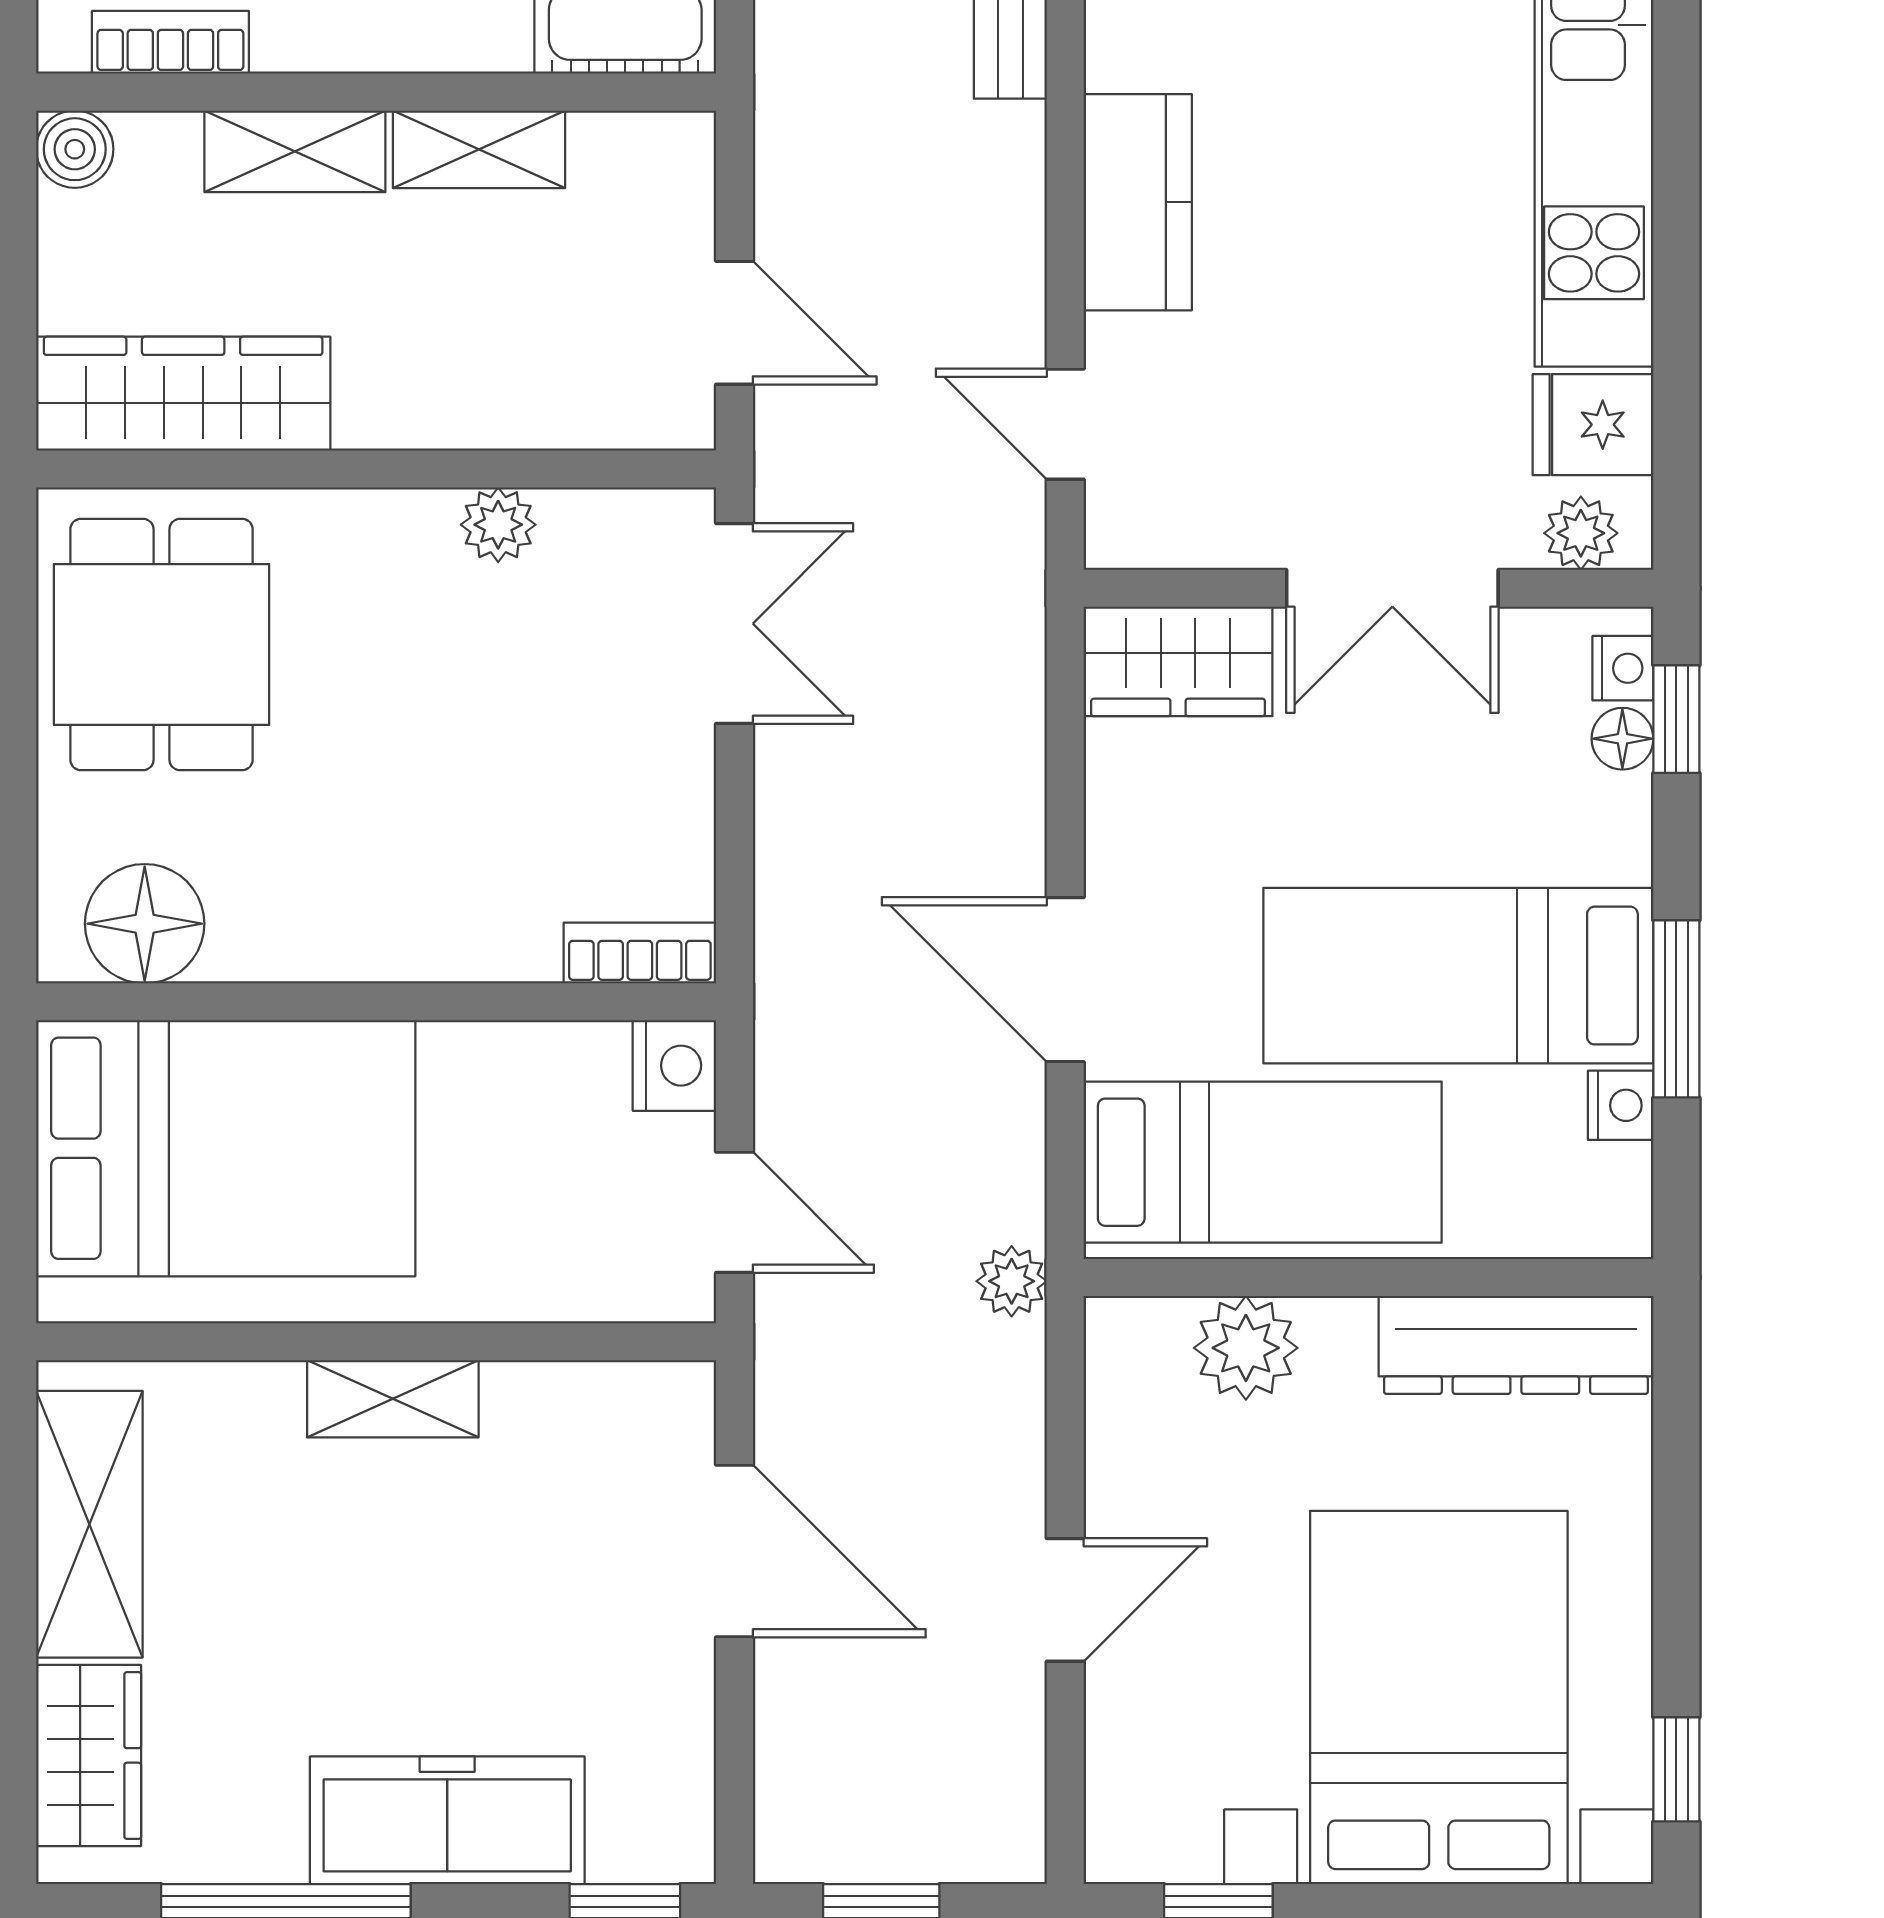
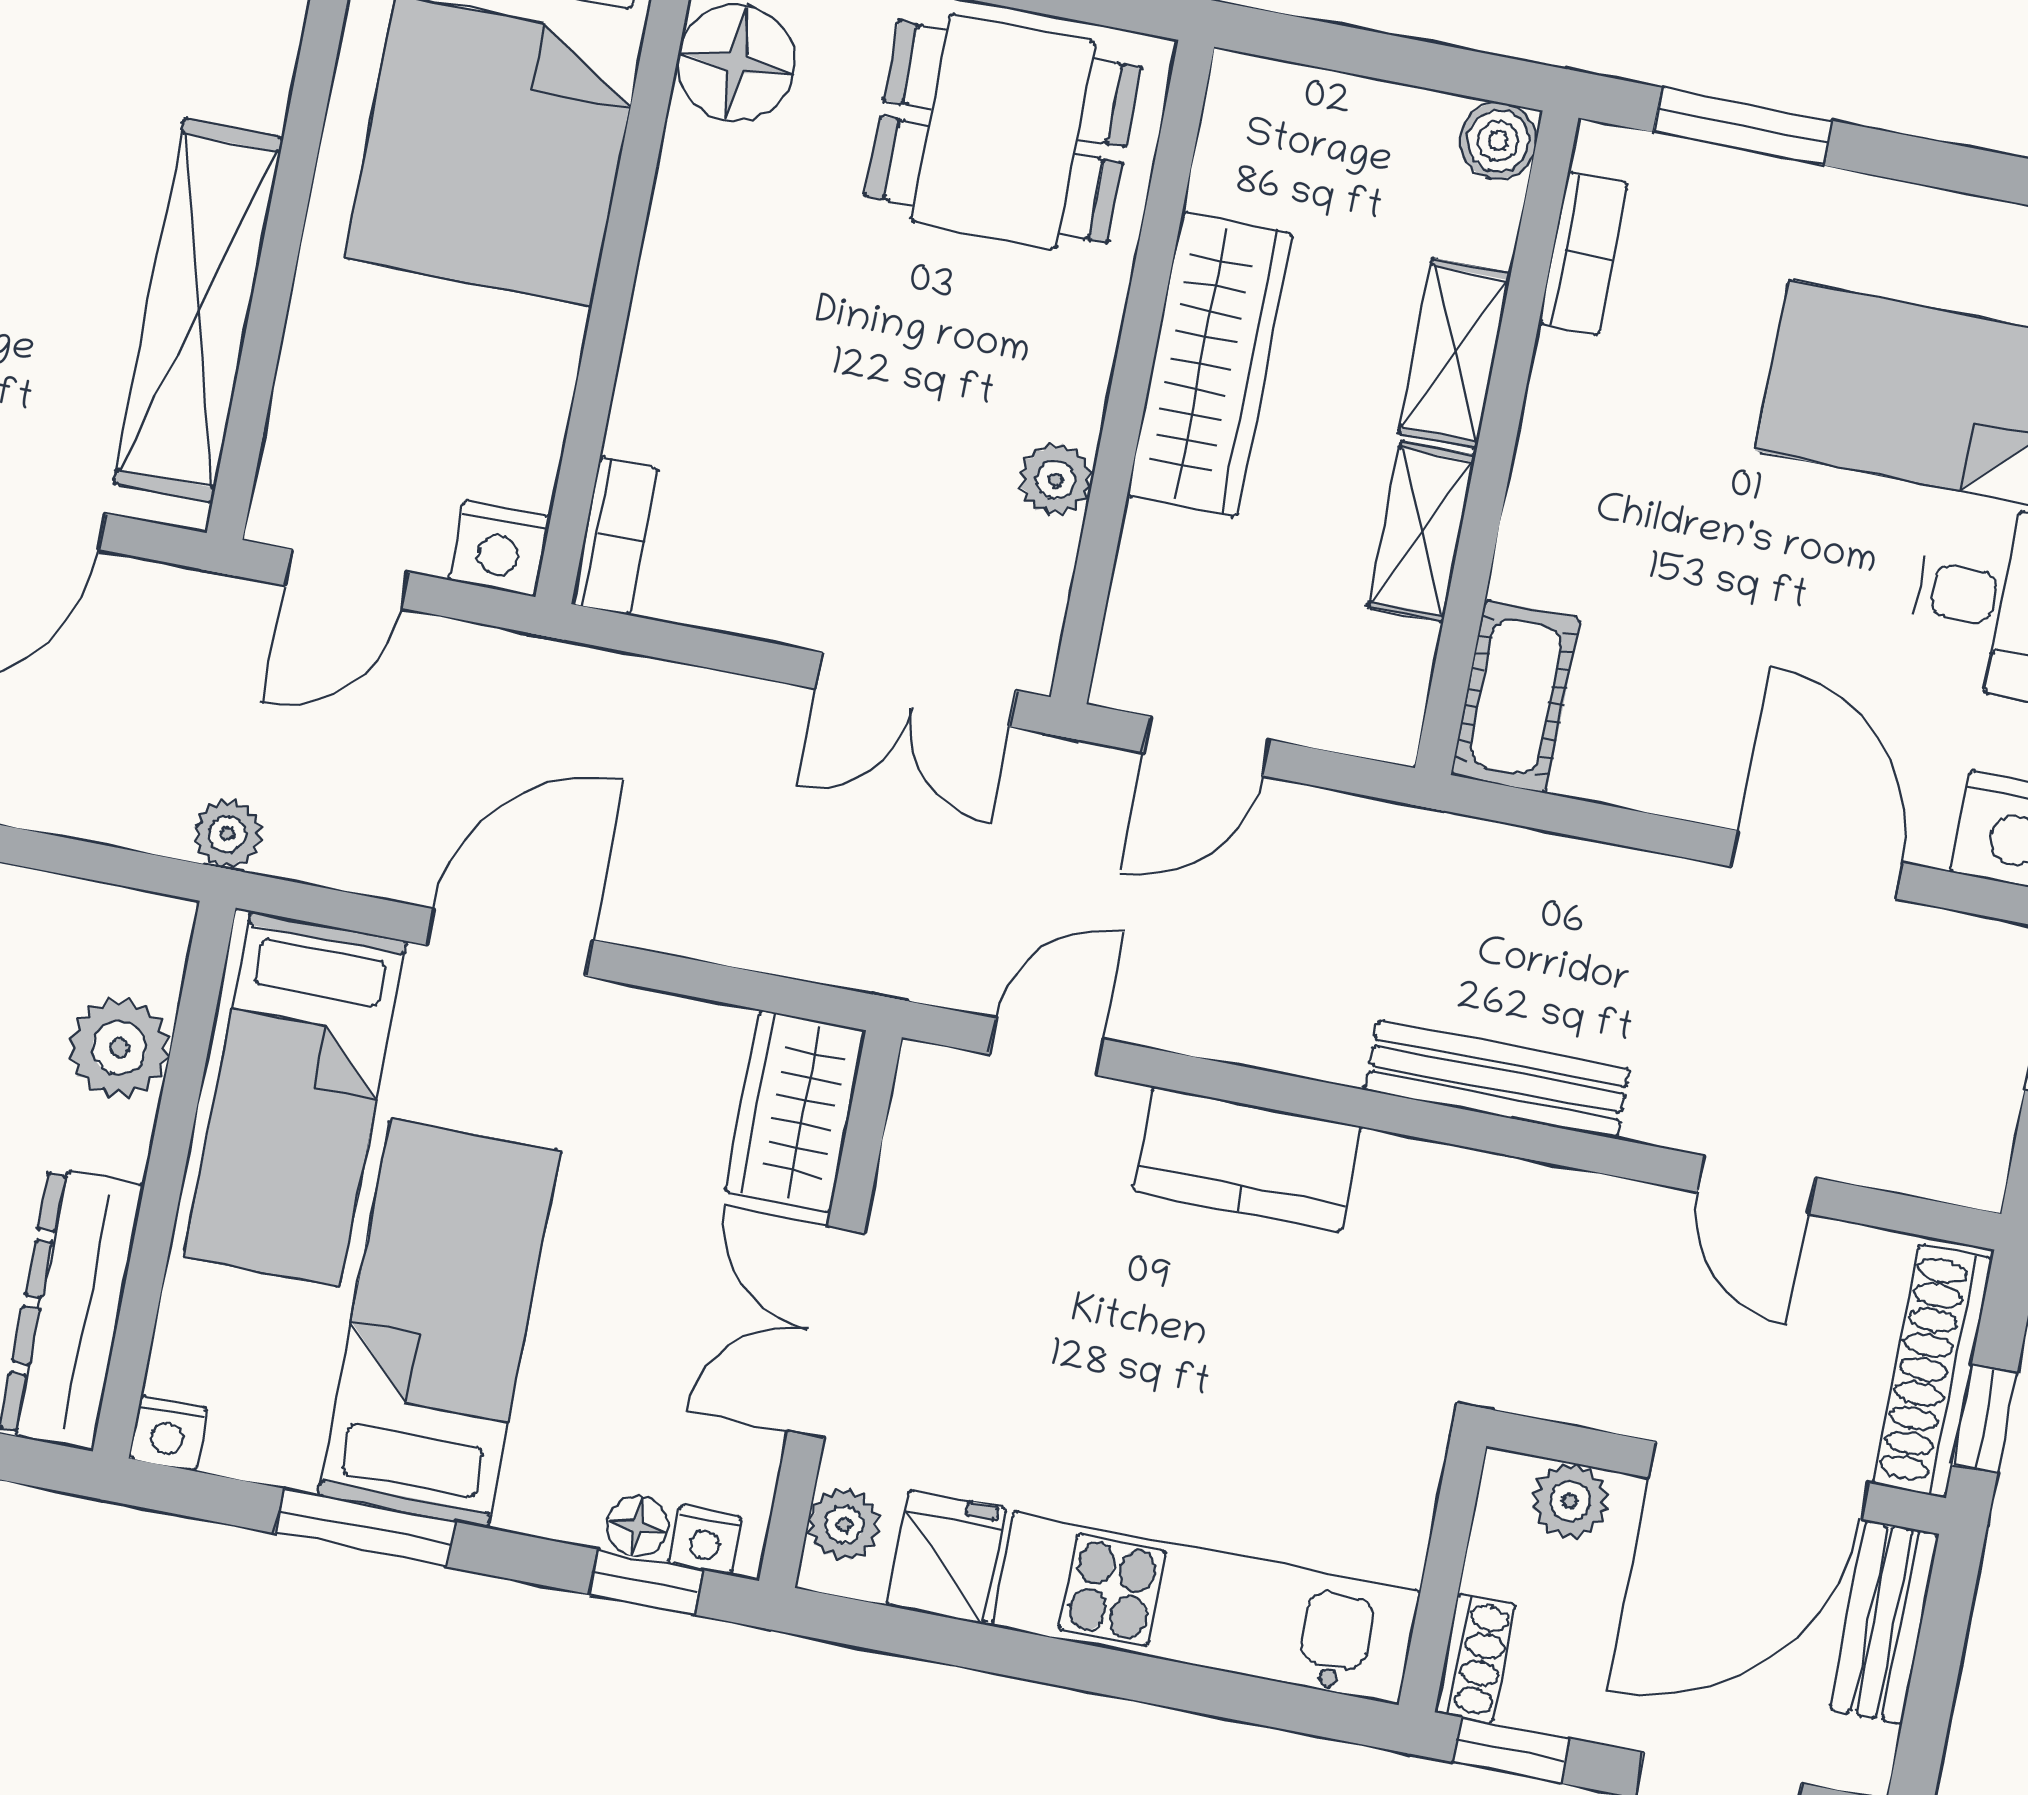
wardrobe: (183, 394) -> (1209, 365), moved
nightstand: (1621, 1105) -> (168, 1433), moved
shelving: (393, 1399) -> (198, 311), width x2.20, depth x1.33

